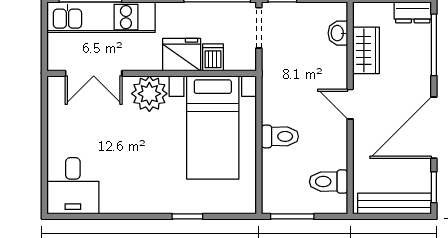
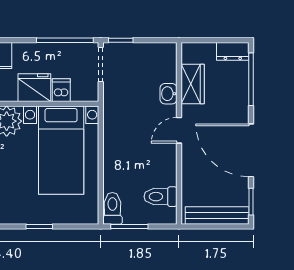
washbasin: (338, 33) -> (168, 94), moved
door: (350, 104) -> (179, 130), hinge flipped
door: (434, 128) -> (251, 150), hinge flipped
toilet: (280, 136) -> (112, 208), moved, turned -90

